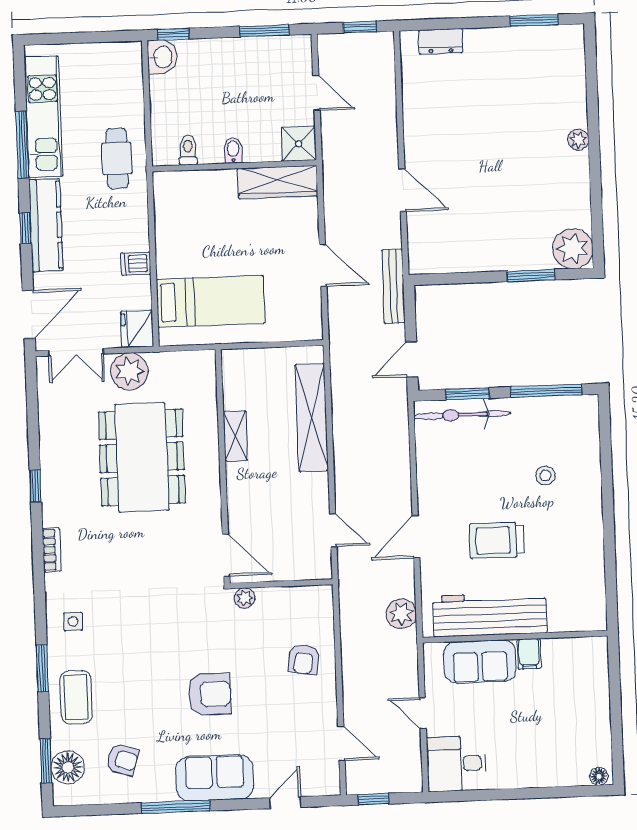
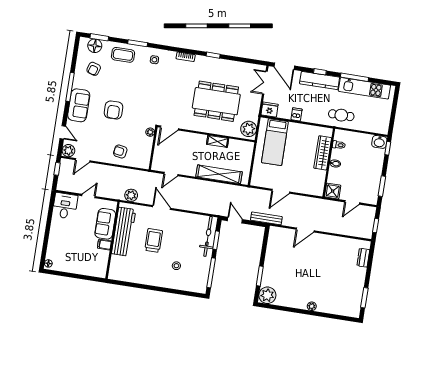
wardrobe: (278, 182) -> (323, 153), moved
plant: (129, 371) -> (249, 129), moved
plant: (325, 781) -> (68, 151), added

